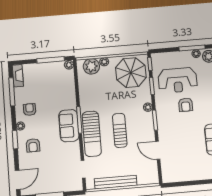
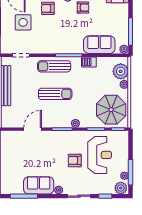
reception desk: (178, 80) -> (100, 155), turned 180
barbecue: (85, 99) -> (89, 62), added
sofa: (69, 126) -> (99, 45), moved
sun lounger: (92, 134) -> (54, 66), width x0.73, depth x0.75
side table: (49, 170) -> (23, 22), added

